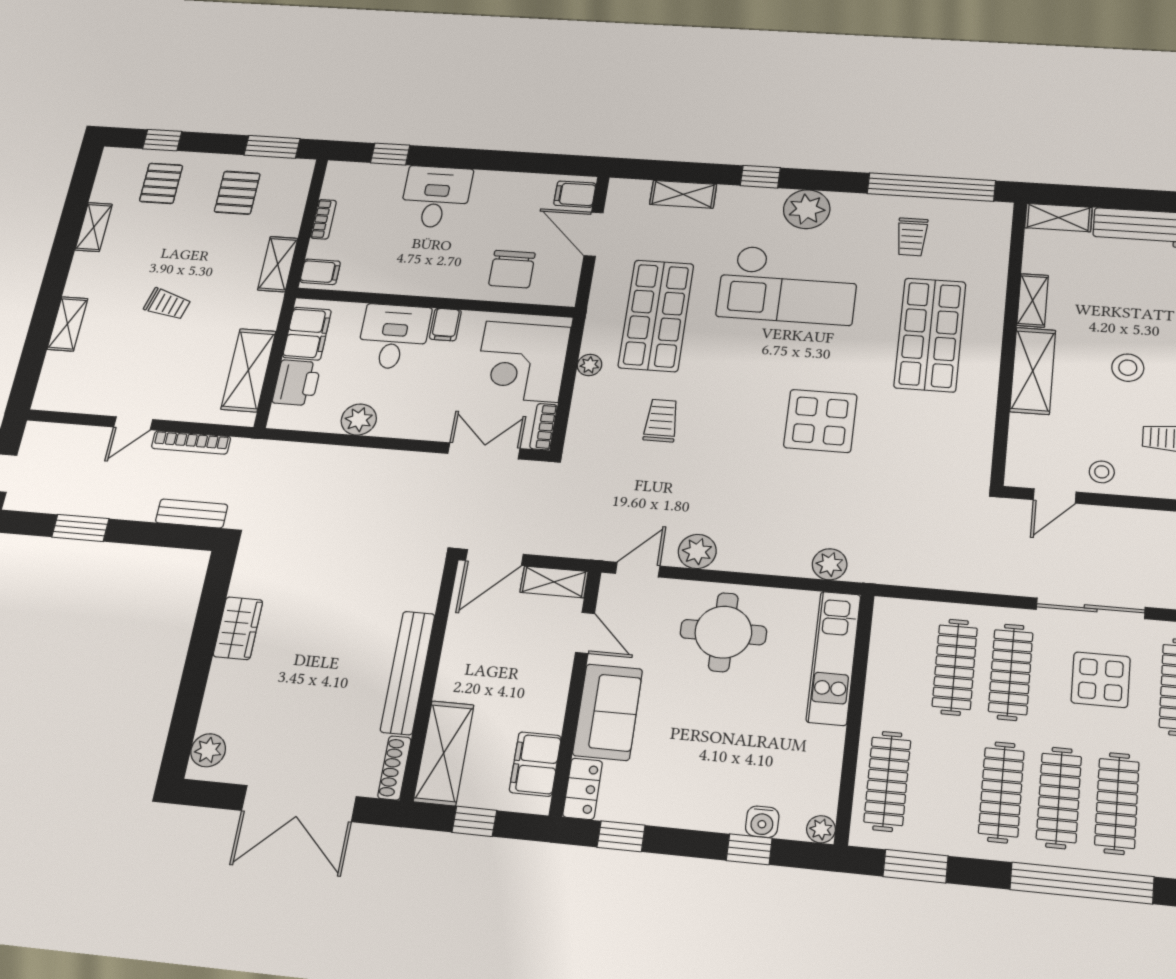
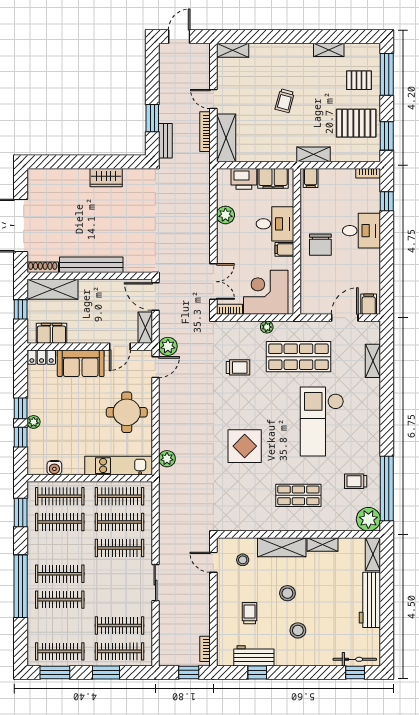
window: (162, 140) -> (387, 74), width x2.17
window: (760, 177) -> (387, 400), removed
pallet: (237, 193) -> (356, 123), width x1.50, depth x1.42
plant: (807, 209) -> (368, 519), moved
bookcase: (323, 219) -> (368, 173), moved
chair: (512, 269) -> (320, 245), moved, turned -90
shelving: (68, 324) -> (233, 50), moved
shop shelf: (930, 335) -> (298, 495), width x0.70, depth x0.74
shelving: (248, 370) -> (226, 138), moved, turned 90
stool: (1102, 472) -> (243, 560), moved
window: (80, 528) -> (152, 118), moved
plant: (697, 551) -> (168, 346), moved
door: (638, 570) -> (155, 367), hinge flipped
sliding door: (1091, 608) -> (155, 583), width x0.73
clothes rail: (899, 662) -> (119, 496), added
display table: (1101, 680) -> (120, 589), removed
plant: (208, 750) -> (42, 177), removed
clothes rail: (1001, 792) -> (60, 522), moved
water cooler: (762, 822) -> (54, 468), moved, turned -90
plant: (821, 829) -> (34, 422), moved
window: (621, 836) -> (21, 408), moved

